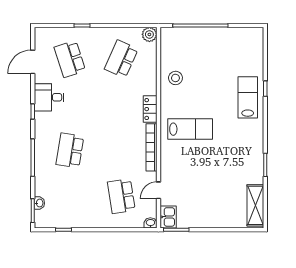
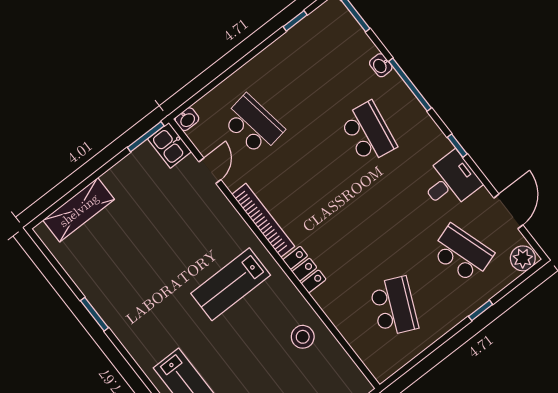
plant: (149, 34) -> (523, 258), moved
washbasin: (39, 203) -> (381, 65), moved
shelving: (255, 205) -> (79, 210), moved, turned 90

